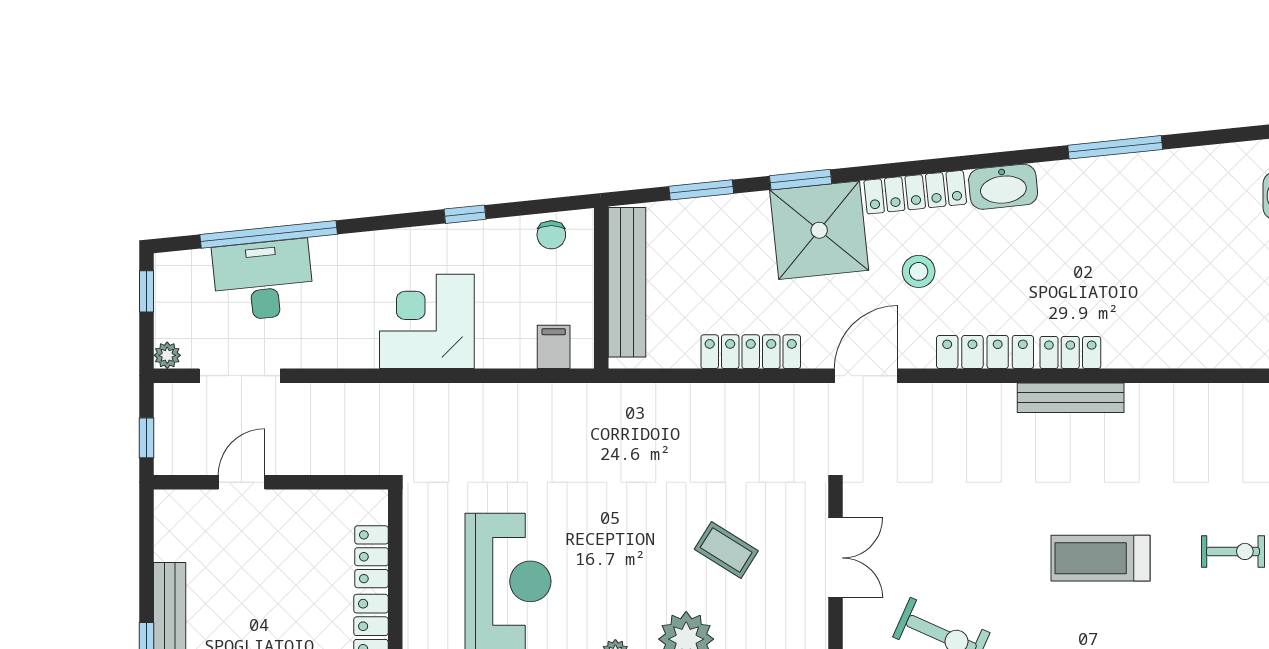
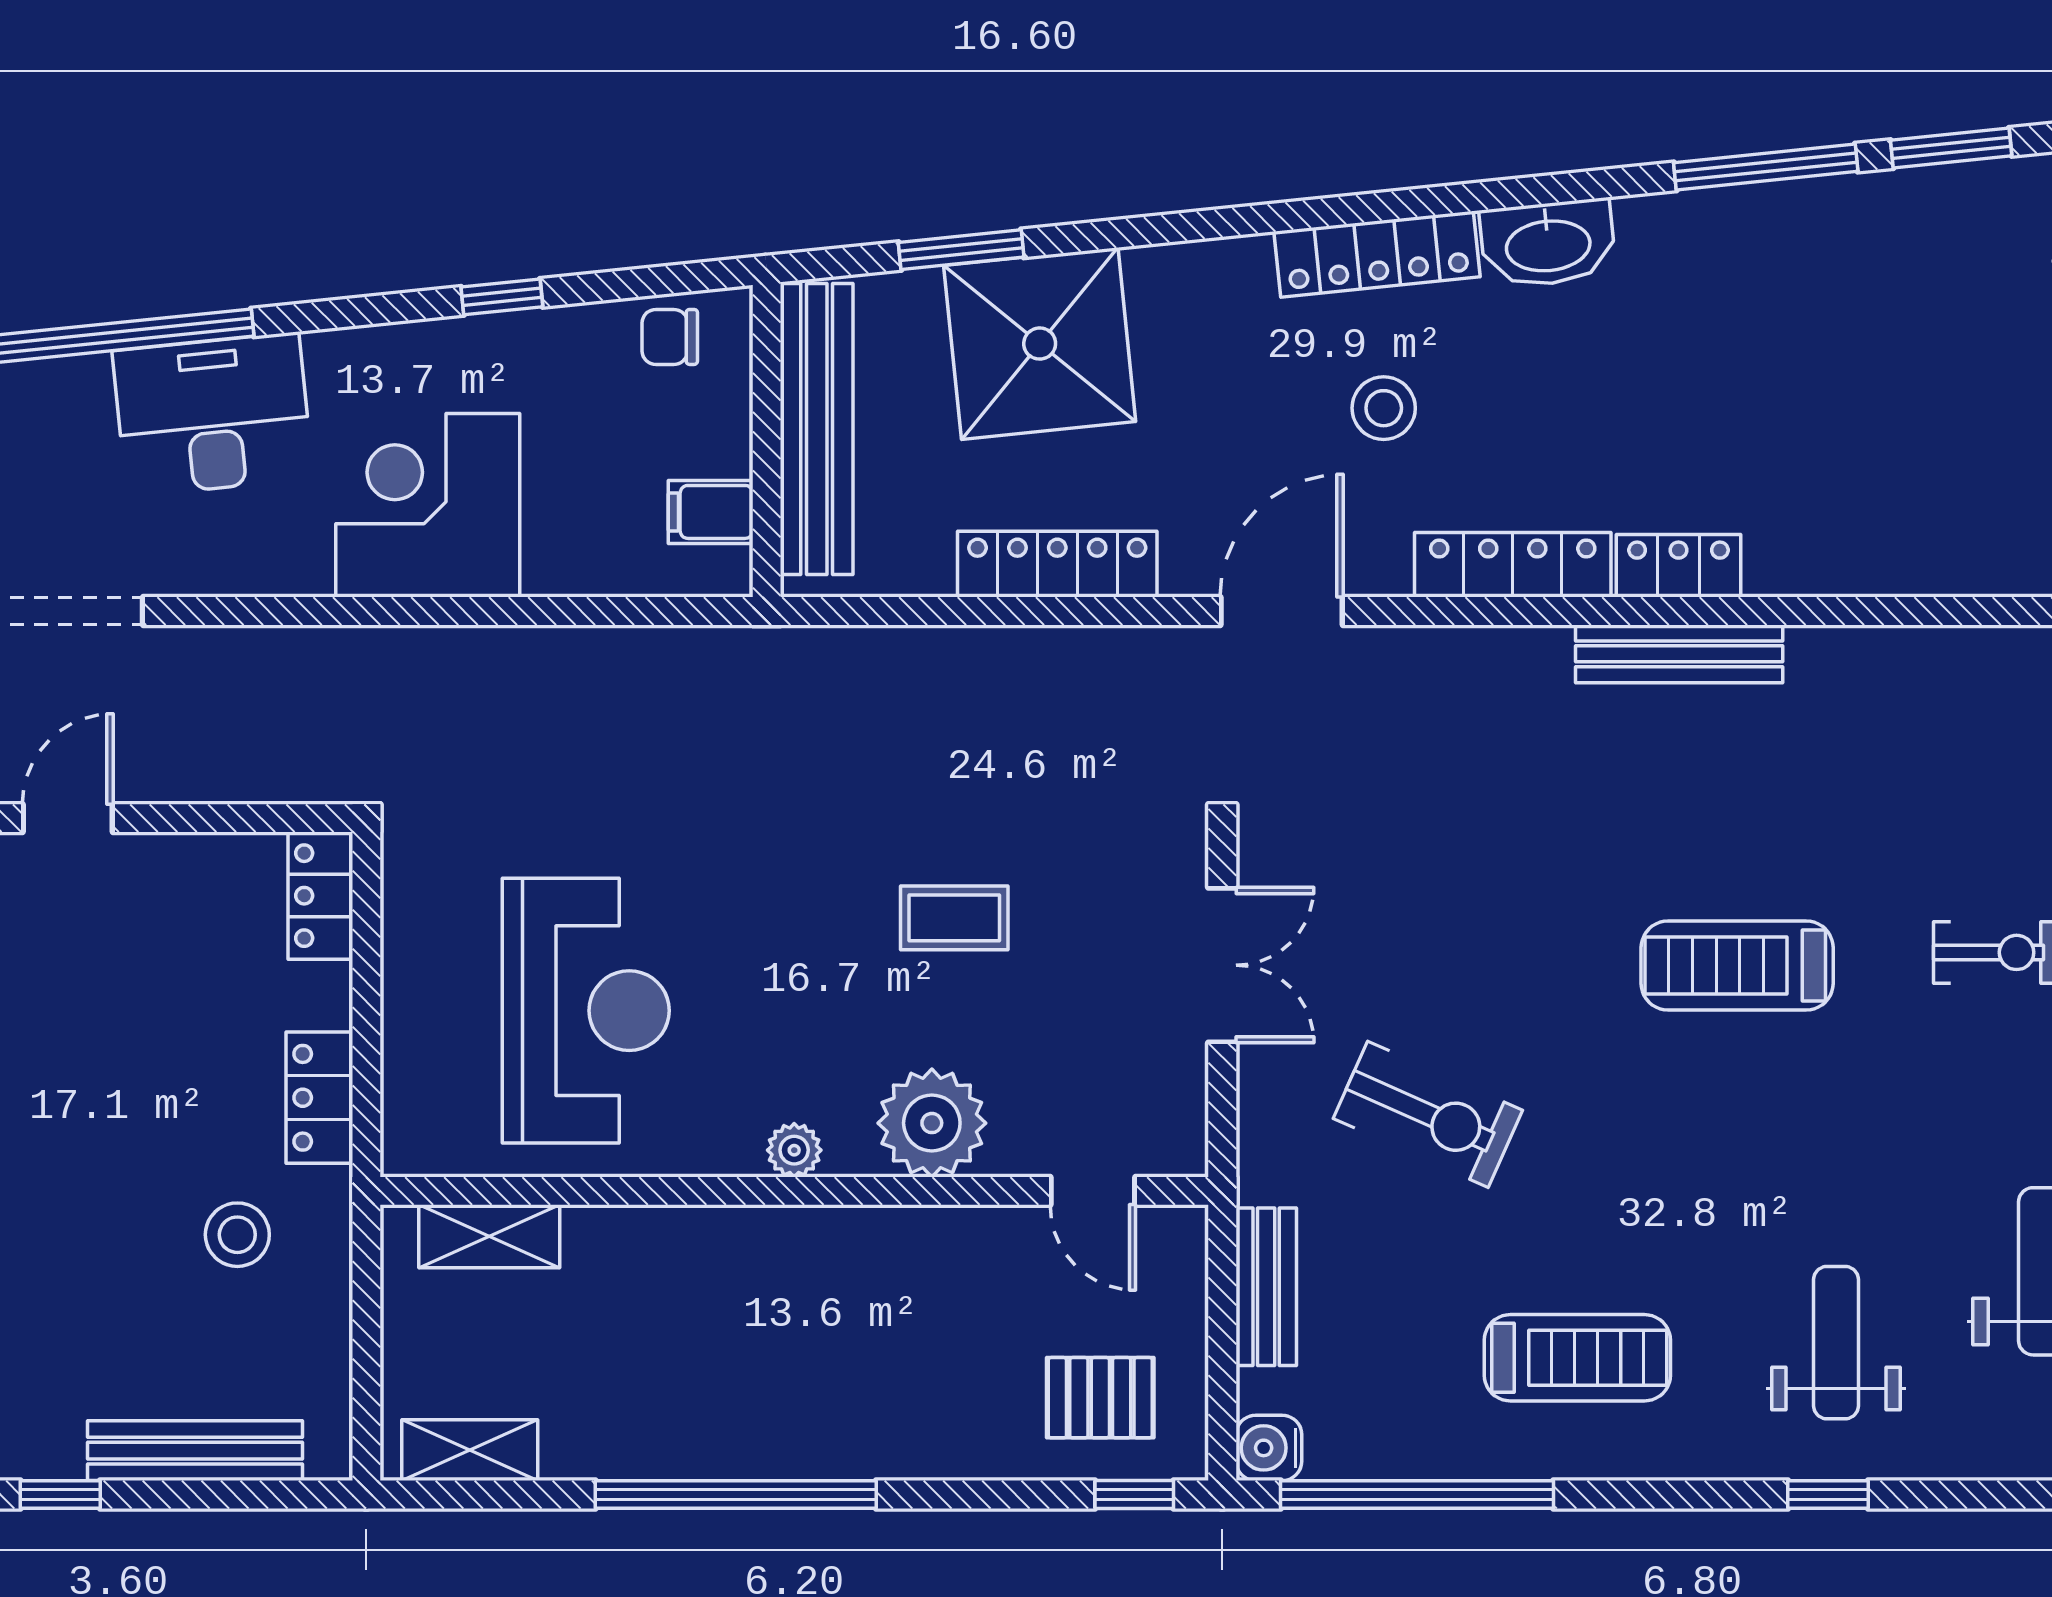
window: (801, 180) -> (1951, 148), moved
shower: (819, 230) -> (1040, 344), moved
chair: (551, 235) -> (670, 337), turned 90
desk: (263, 280) -> (213, 415), moved
filing cabinet: (554, 347) -> (711, 512), moved, turned -90
coffee table: (726, 550) -> (954, 918), moved, turned -32
locker: (371, 557) -> (320, 896), moved

